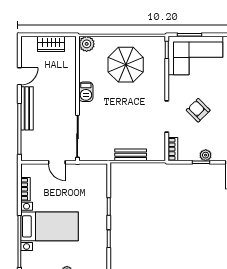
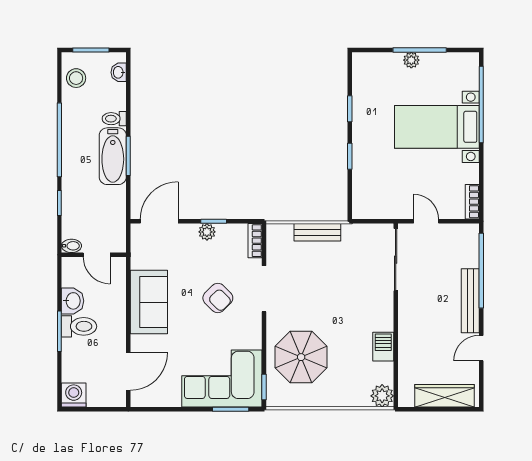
wardrobe: (51, 44) -> (445, 396), width x1.50
parasol: (126, 65) -> (301, 357), moved
barbecue: (86, 92) -> (383, 347), moved
bookcase: (26, 189) -> (472, 202), moved

